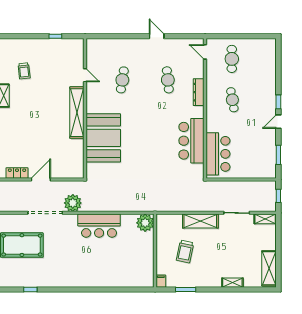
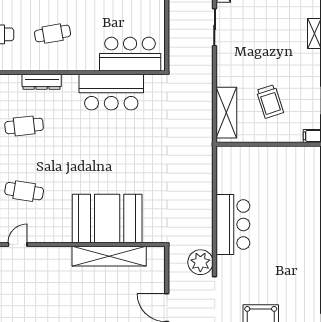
shelving: (77, 113) -> (109, 256), moved
shelving: (200, 221) -> (226, 113), moved
plant: (145, 223) -> (229, 158), removed
trolley: (185, 251) -> (270, 101), turned 60

